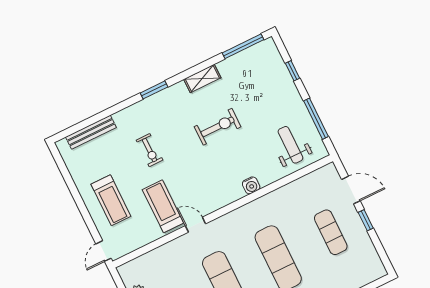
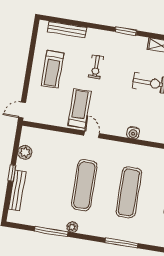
water cooler: (251, 185) -> (133, 133), moved
treadmill: (111, 200) -> (53, 69), moved

